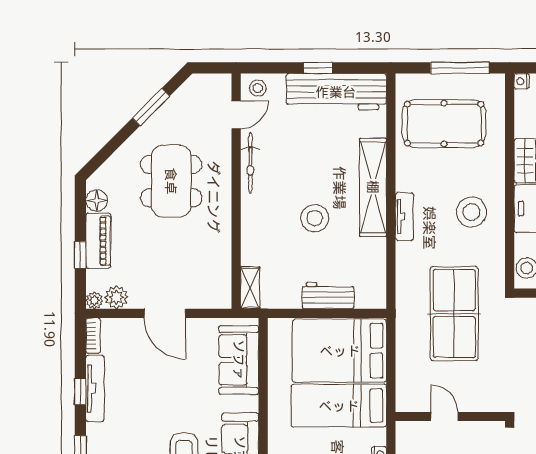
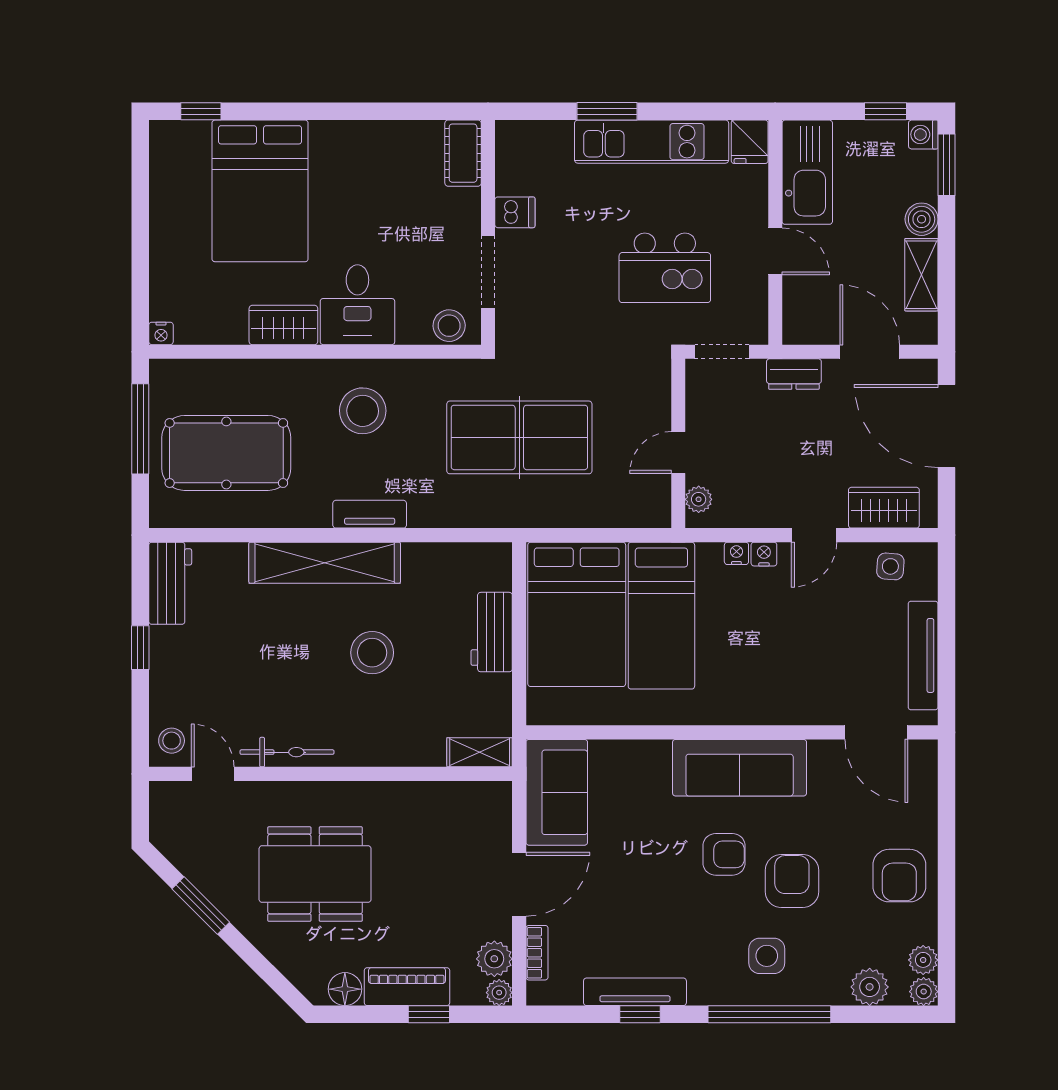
workbench: (336, 92) -> (170, 583), width x0.53, depth x0.76
pool table: (444, 124) -> (226, 453), turned 90
bookcase: (93, 336) -> (537, 953), moved, turned 90
sofa: (239, 360) -> (557, 792), moved, turned -90
plant: (414, 430) -> (699, 499), added

